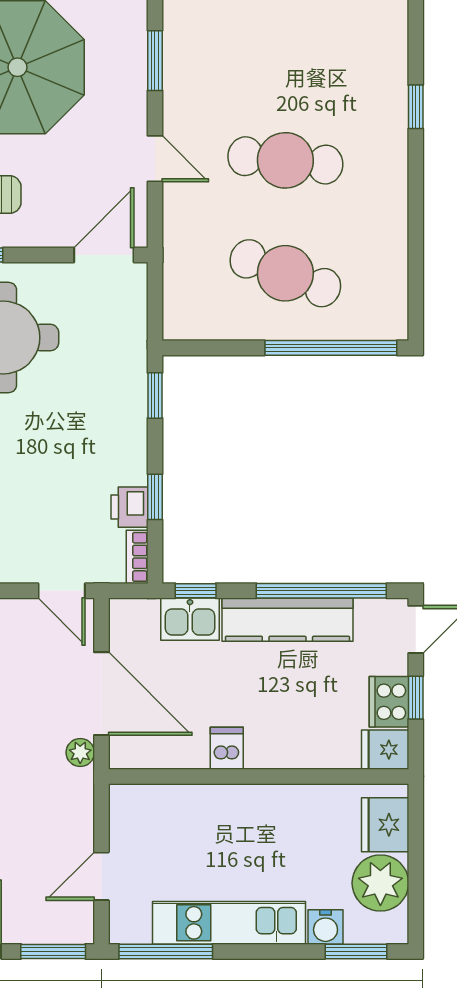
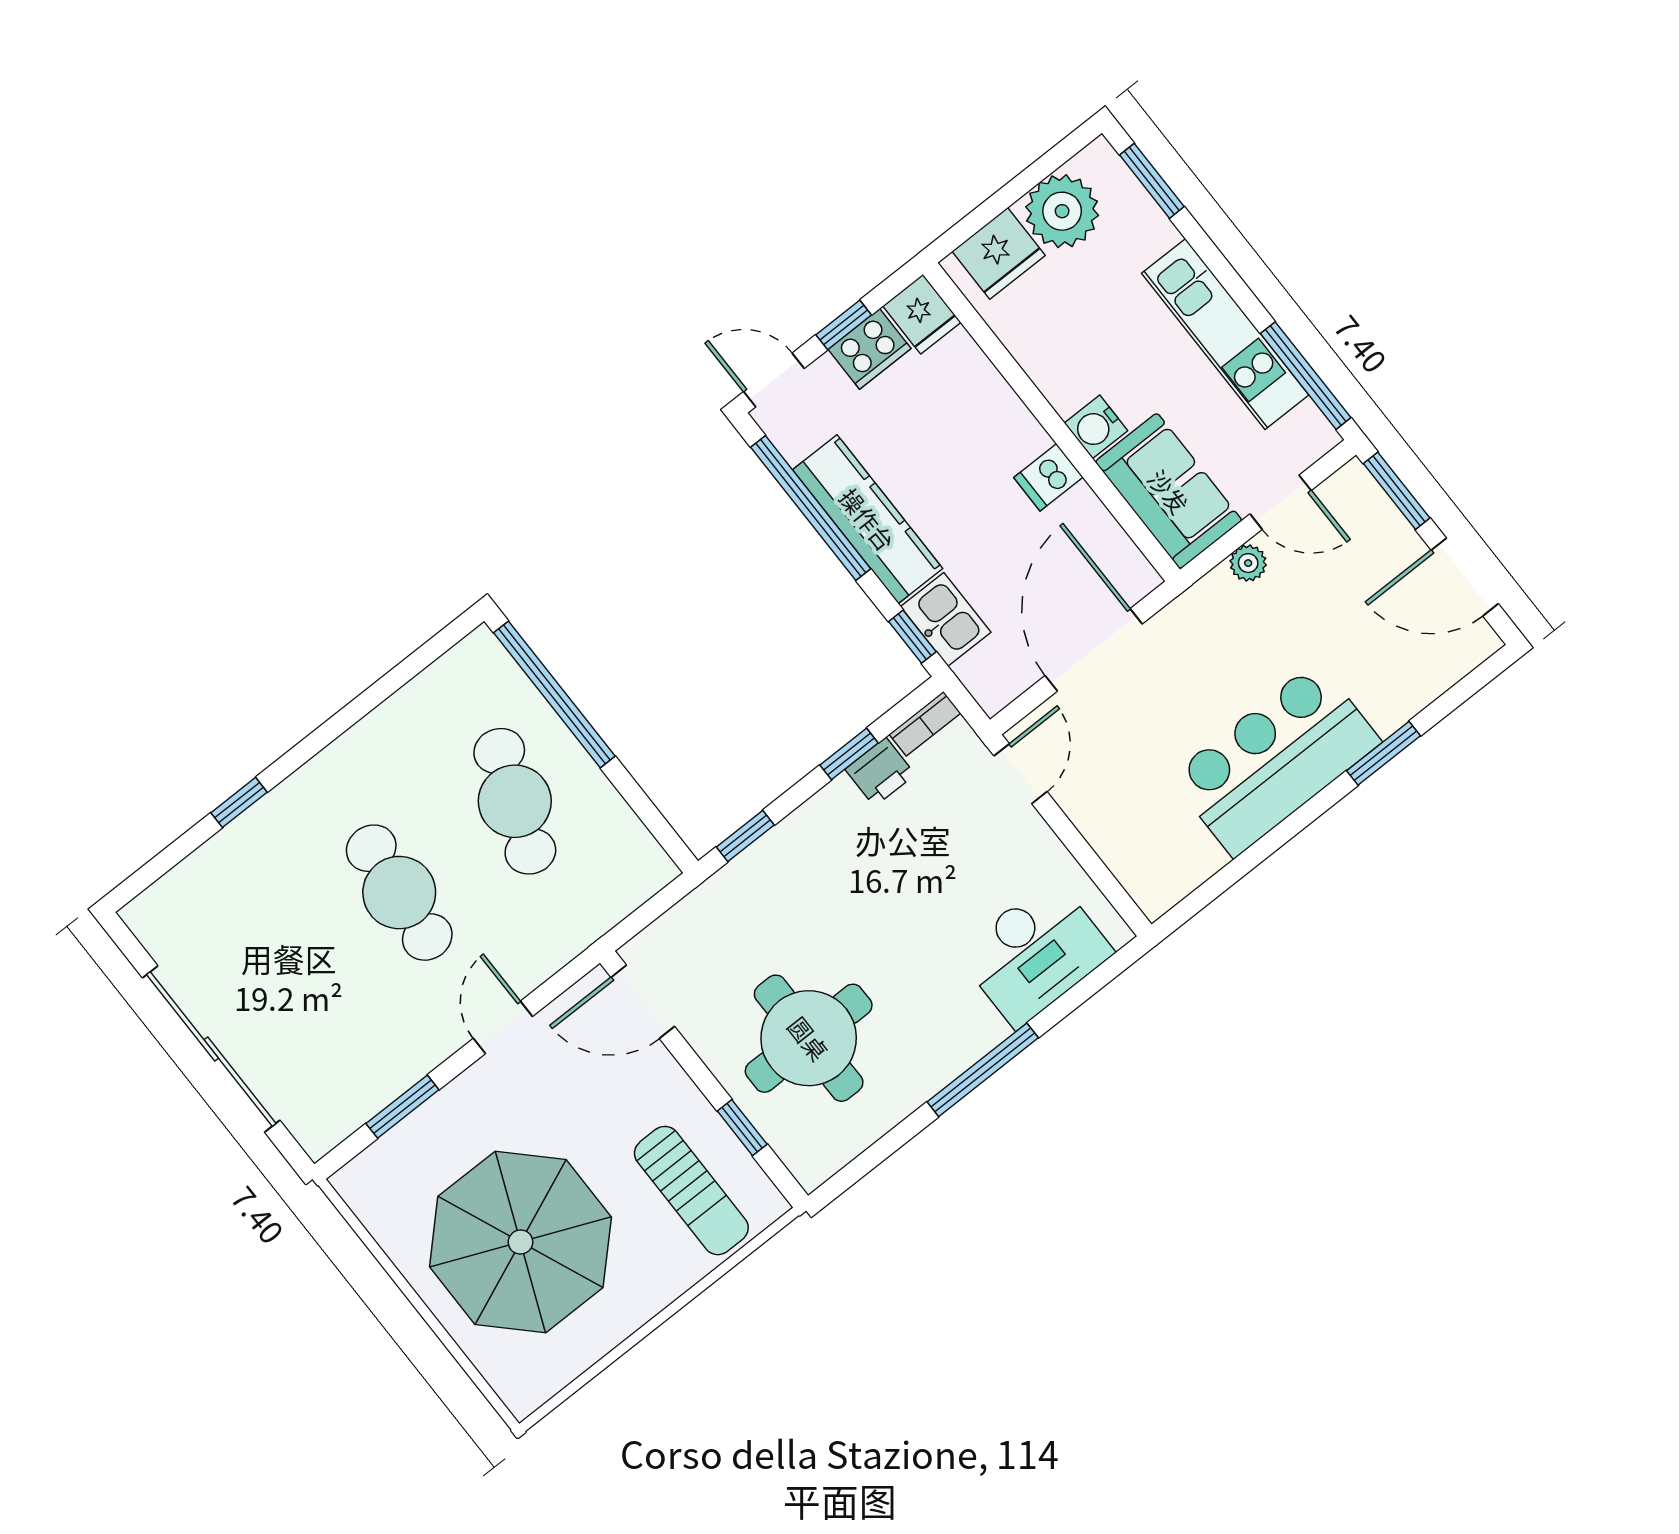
plant: (80, 752) -> (1248, 563), moved
sofa: (161, 814) -> (1169, 491), added
water cooler: (326, 927) -> (1096, 427), moved, turned 180

